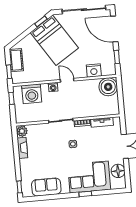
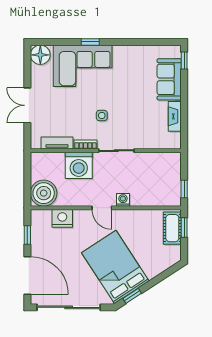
cot: (16, 60) -> (172, 228), moved
washing machine: (32, 94) -> (79, 165), moved, turned 180
plant: (22, 131) -> (173, 140), removed
floor lamp: (118, 171) -> (40, 55), moved
sofa: (46, 187) -> (169, 79), moved, turned 90

